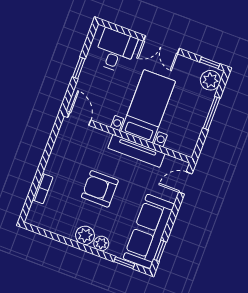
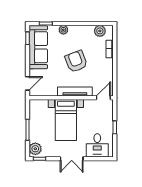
double door: (161, 45) -> (72, 159), swing flipped
door: (79, 119) -> (103, 98), swing flipped
tv unit: (136, 151) -> (75, 91), moved
armchair: (100, 189) -> (76, 61), turned -111
plant: (85, 235) -> (100, 31), moved

